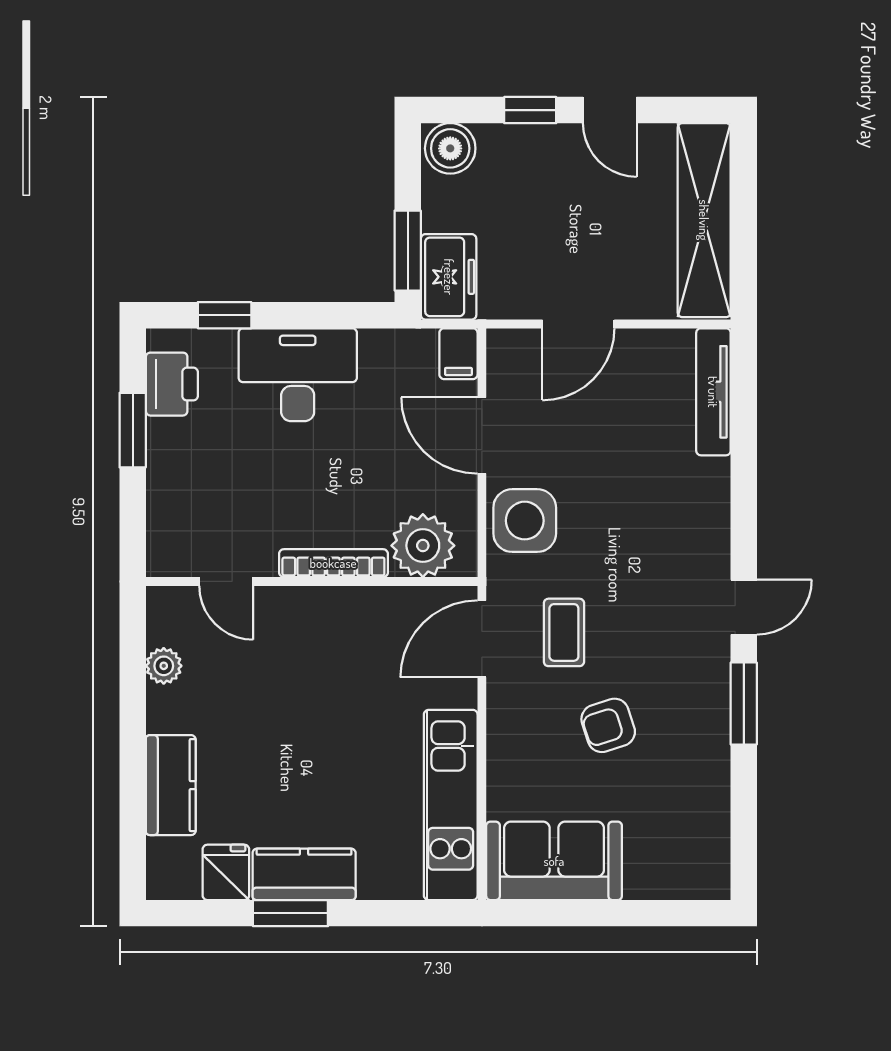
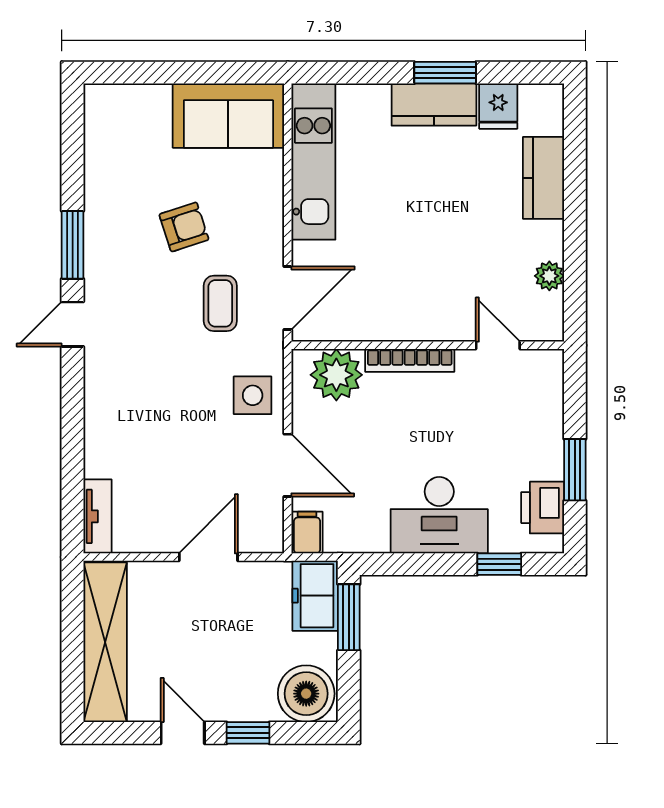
boiler: (450, 148) -> (306, 694), width x1.37, depth x1.37
tv unit: (713, 392) -> (97, 516), width x0.71
side table: (525, 521) -> (253, 395), width x0.73, depth x0.73

